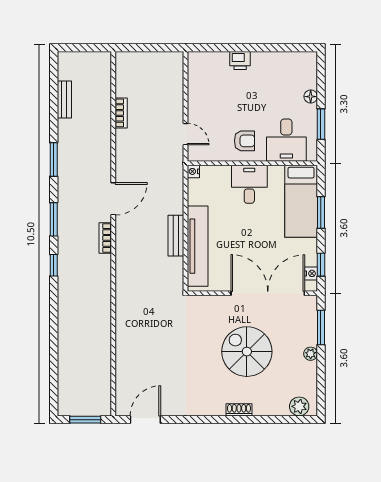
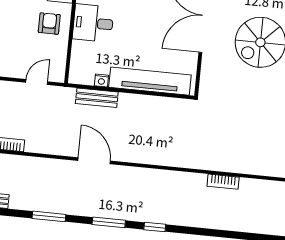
nightstand: (193, 171) -> (101, 81), moved
bench: (176, 236) -> (97, 98), moved
bookcase: (105, 238) -> (223, 182), moved

